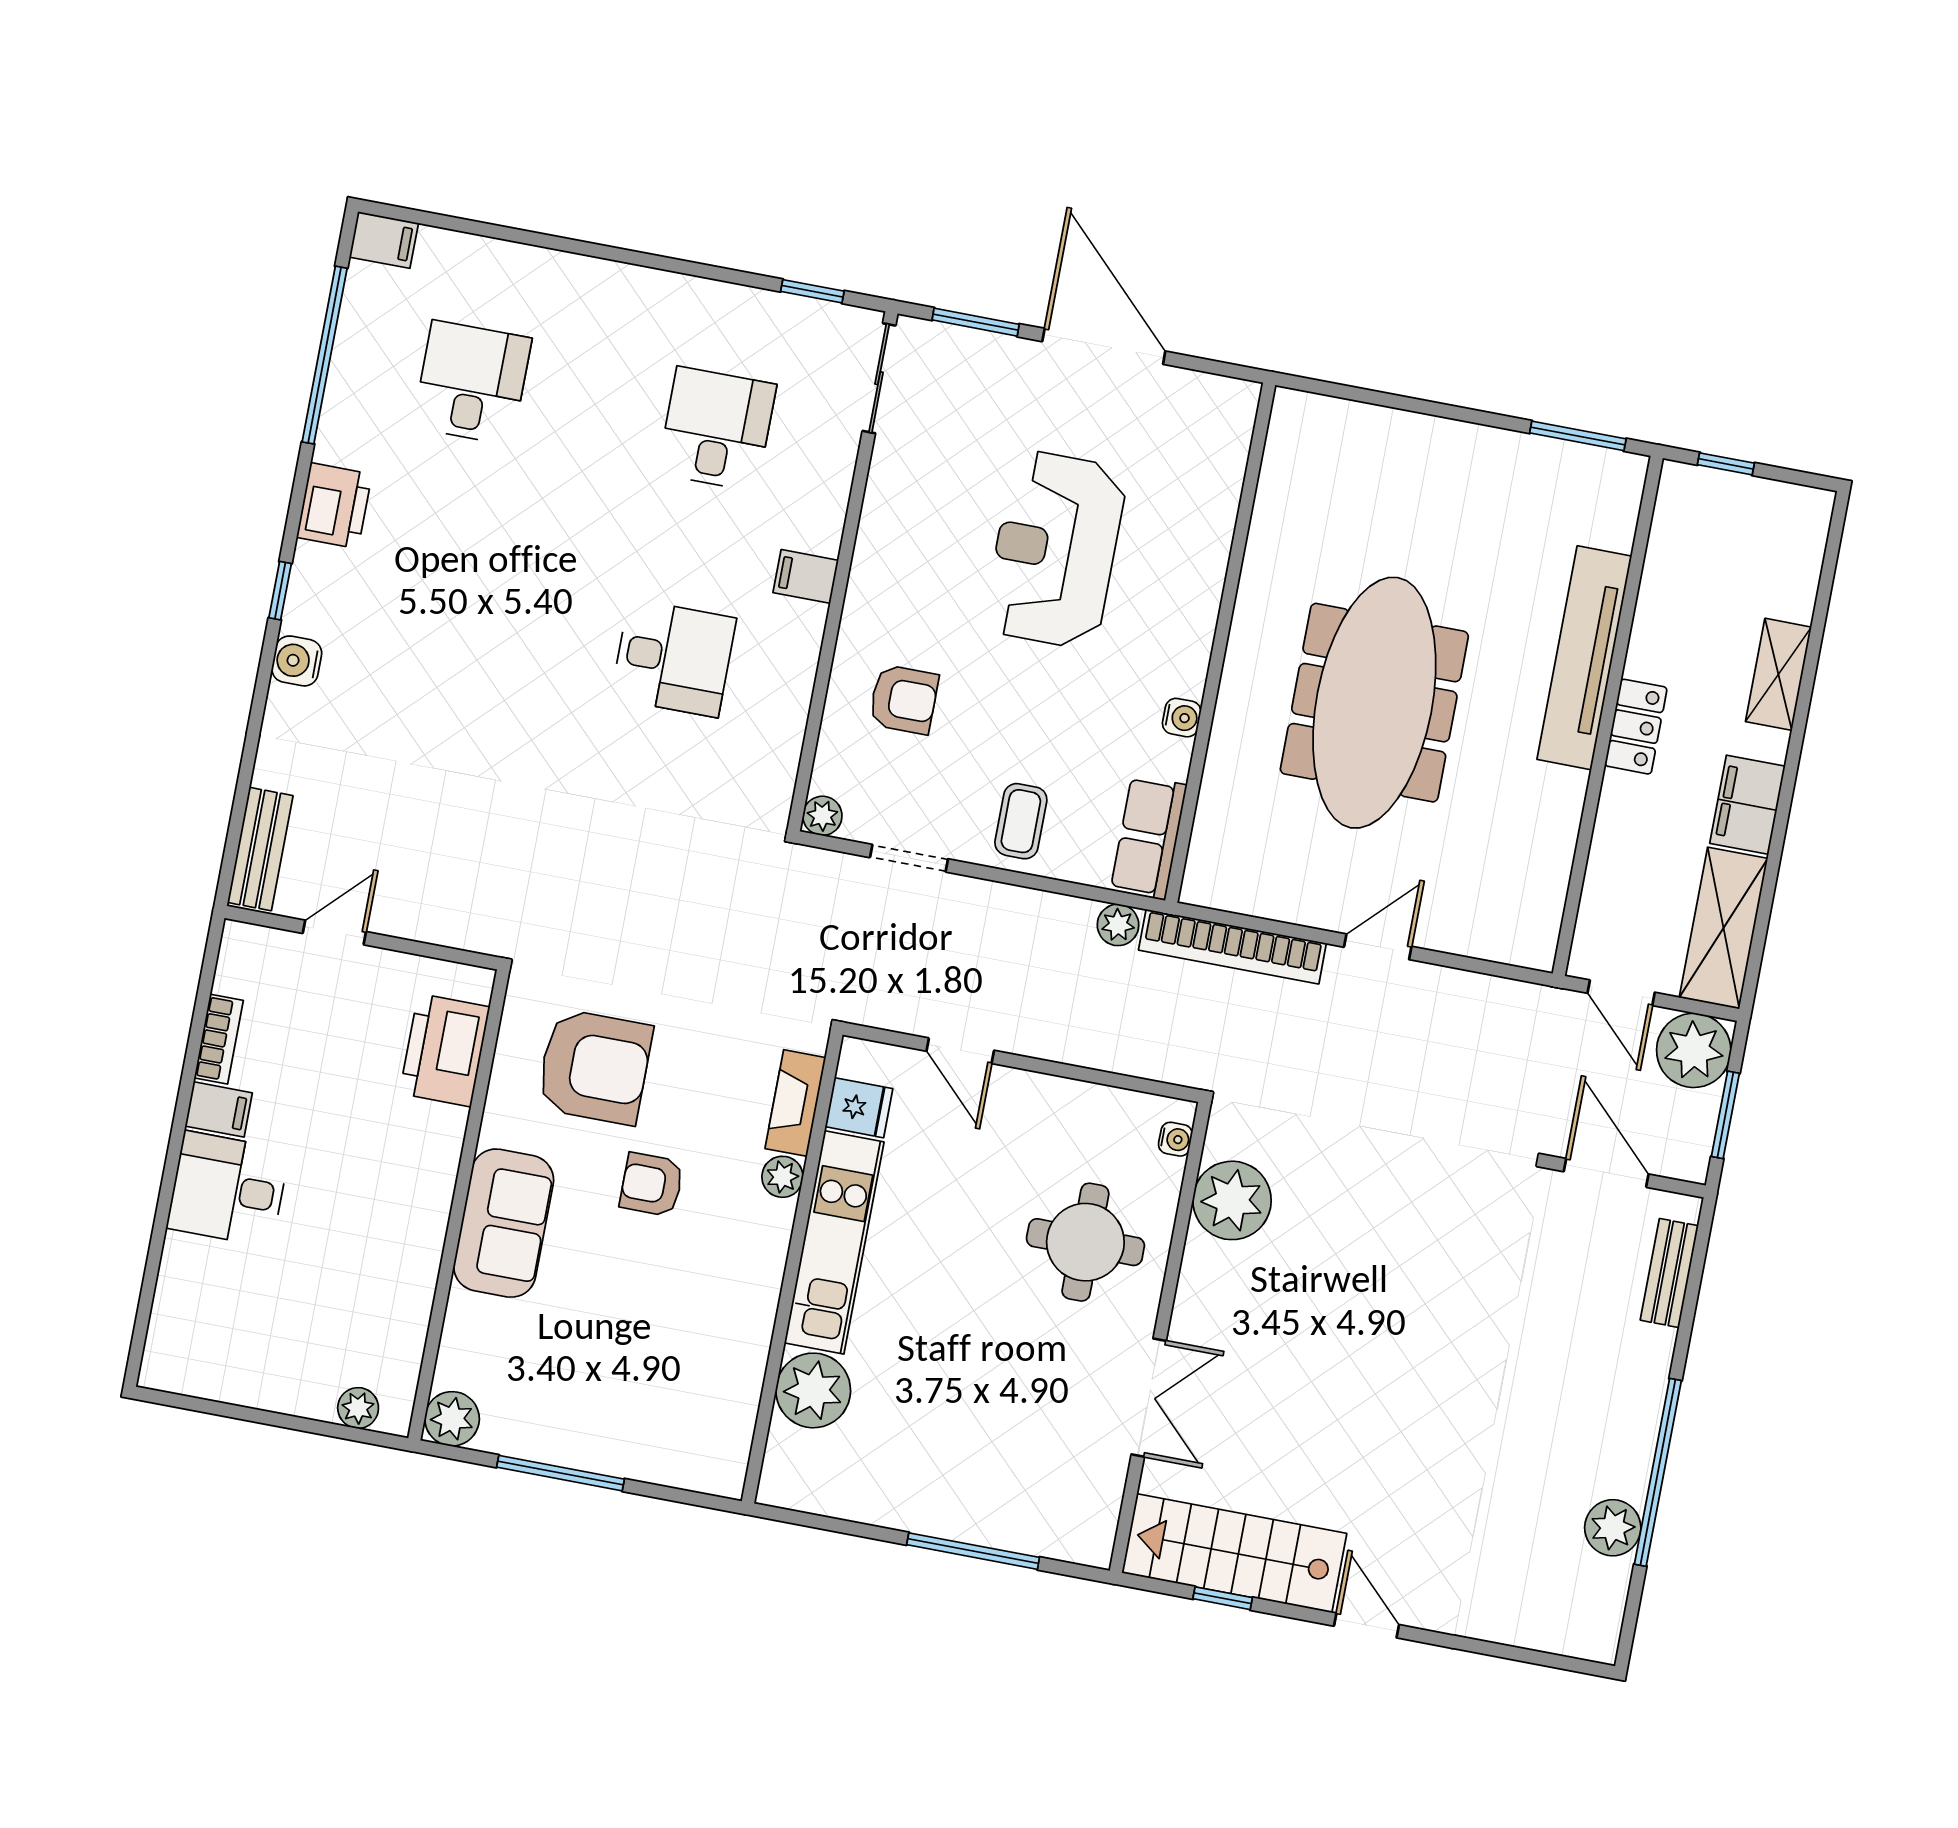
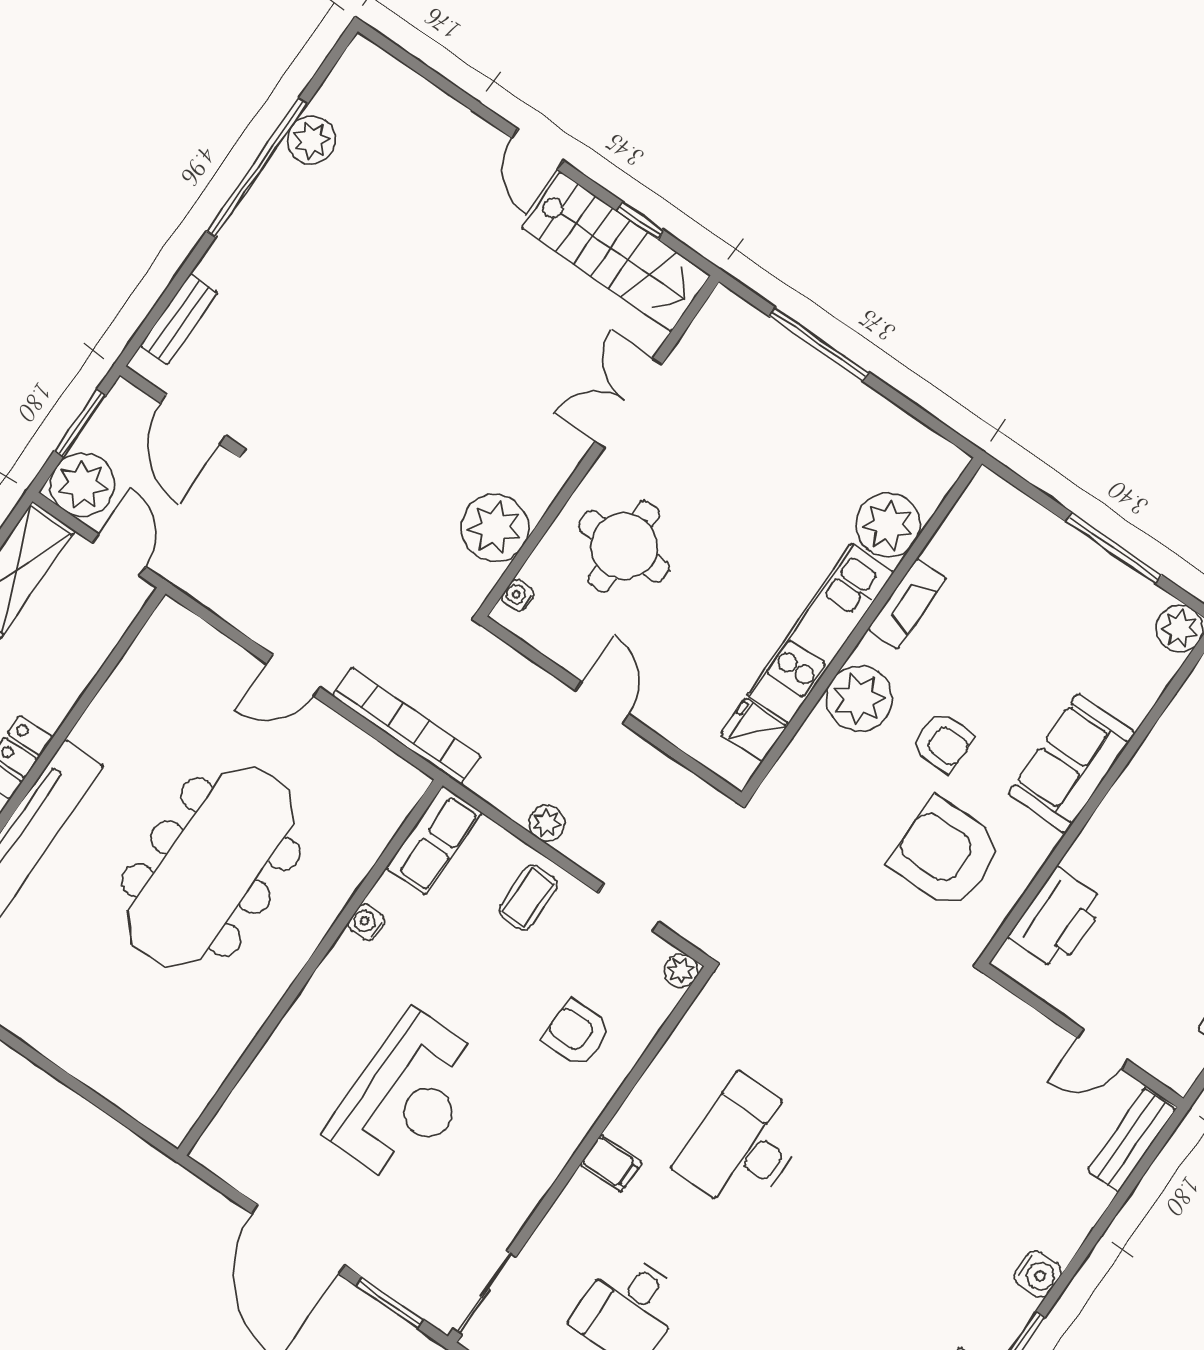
desk: (674, 658) -> (742, 1146), width x1.37
plant: (1118, 925) -> (547, 823), moved
door: (960, 1051) -> (602, 703), moved
fireplace: (795, 1103) -> (907, 604), moved
plant: (782, 1177) -> (859, 699), width x1.87, depth x1.87

